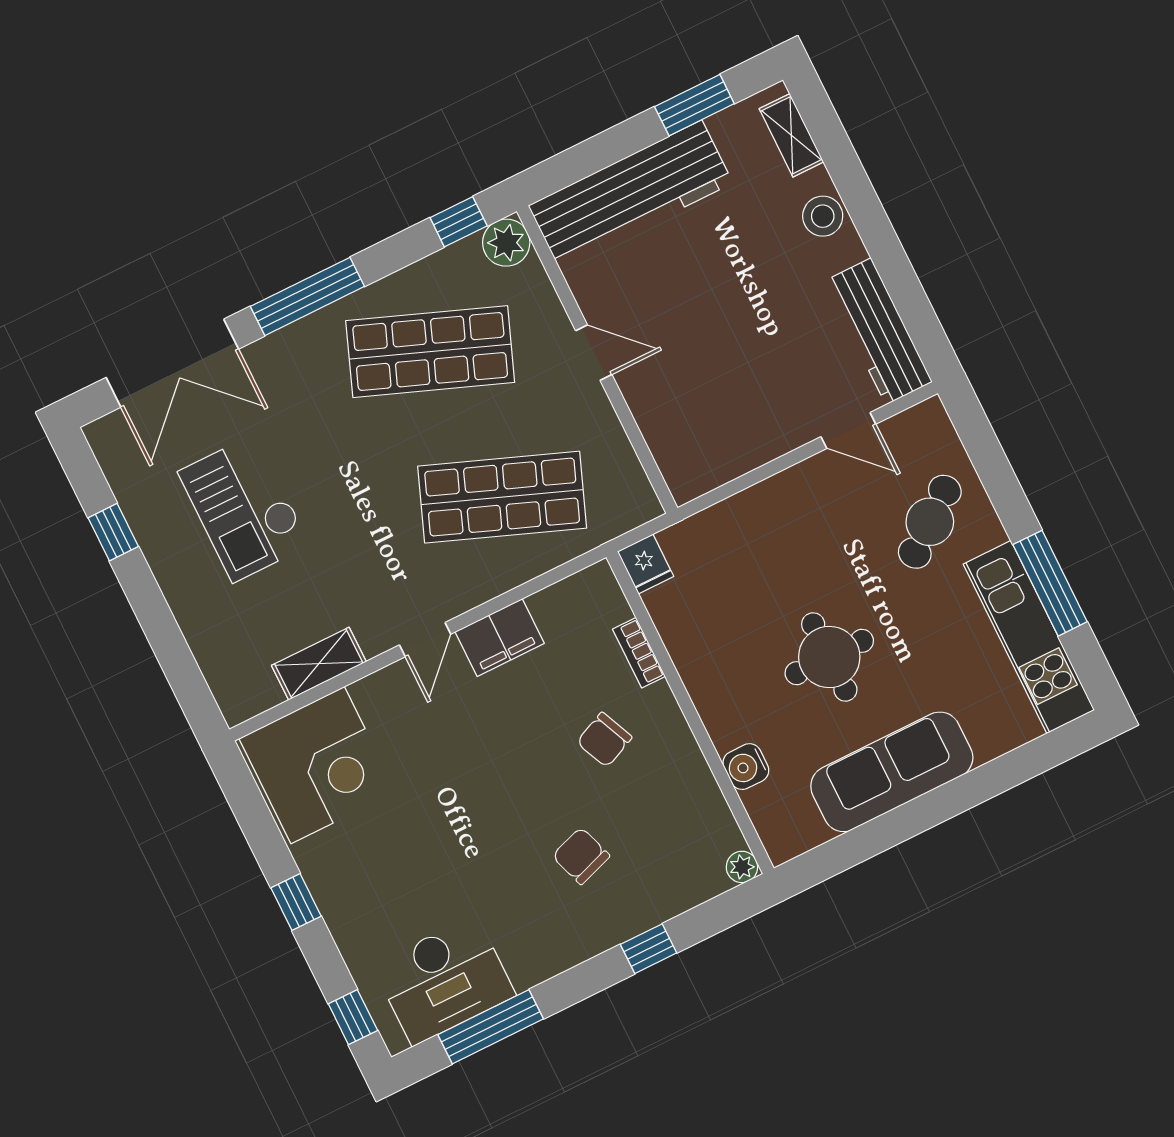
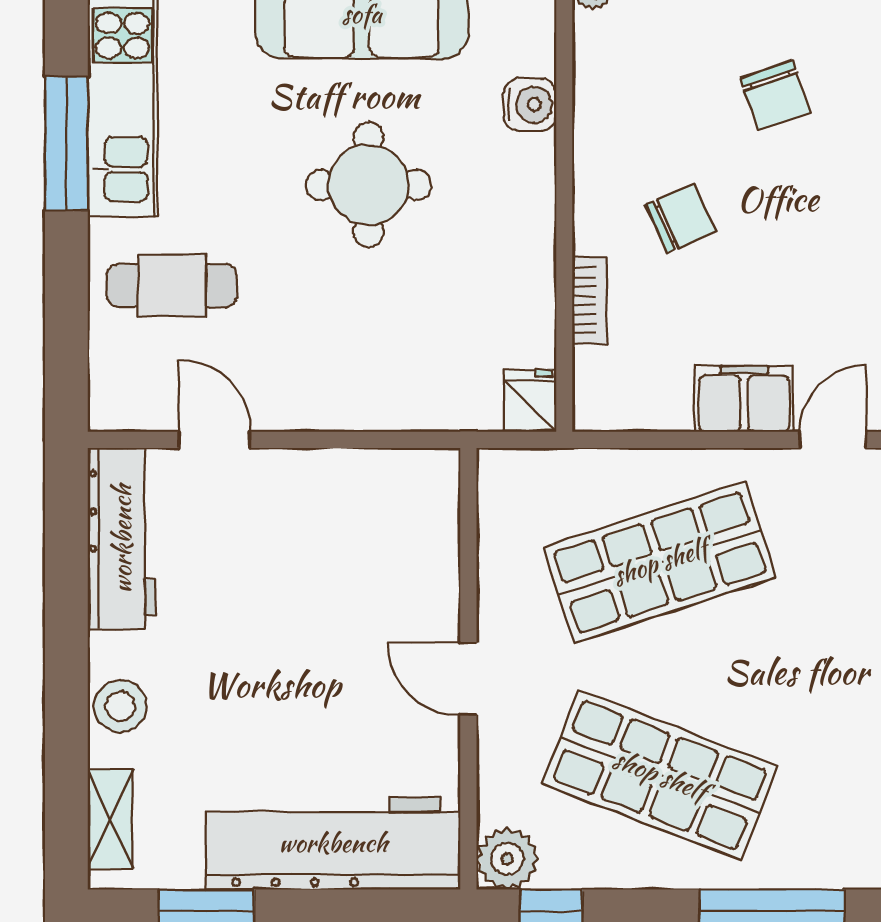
shop shelf: (502, 497) -> (660, 562), turned -39
cafe table: (930, 522) -> (172, 285), turned 38

